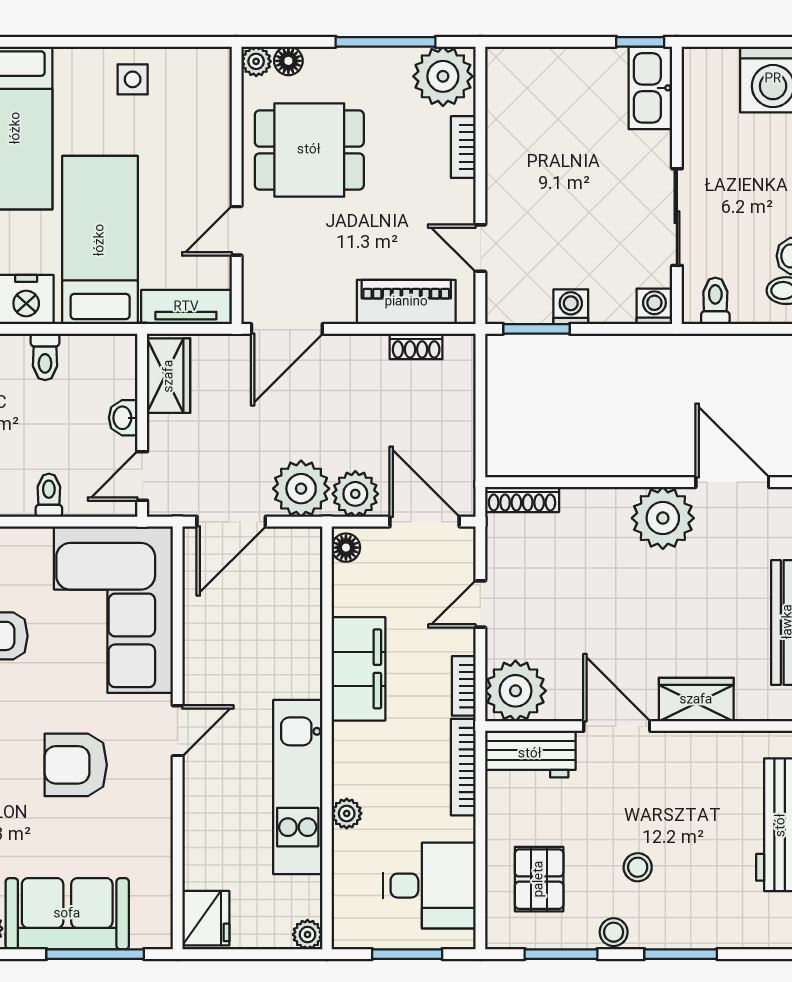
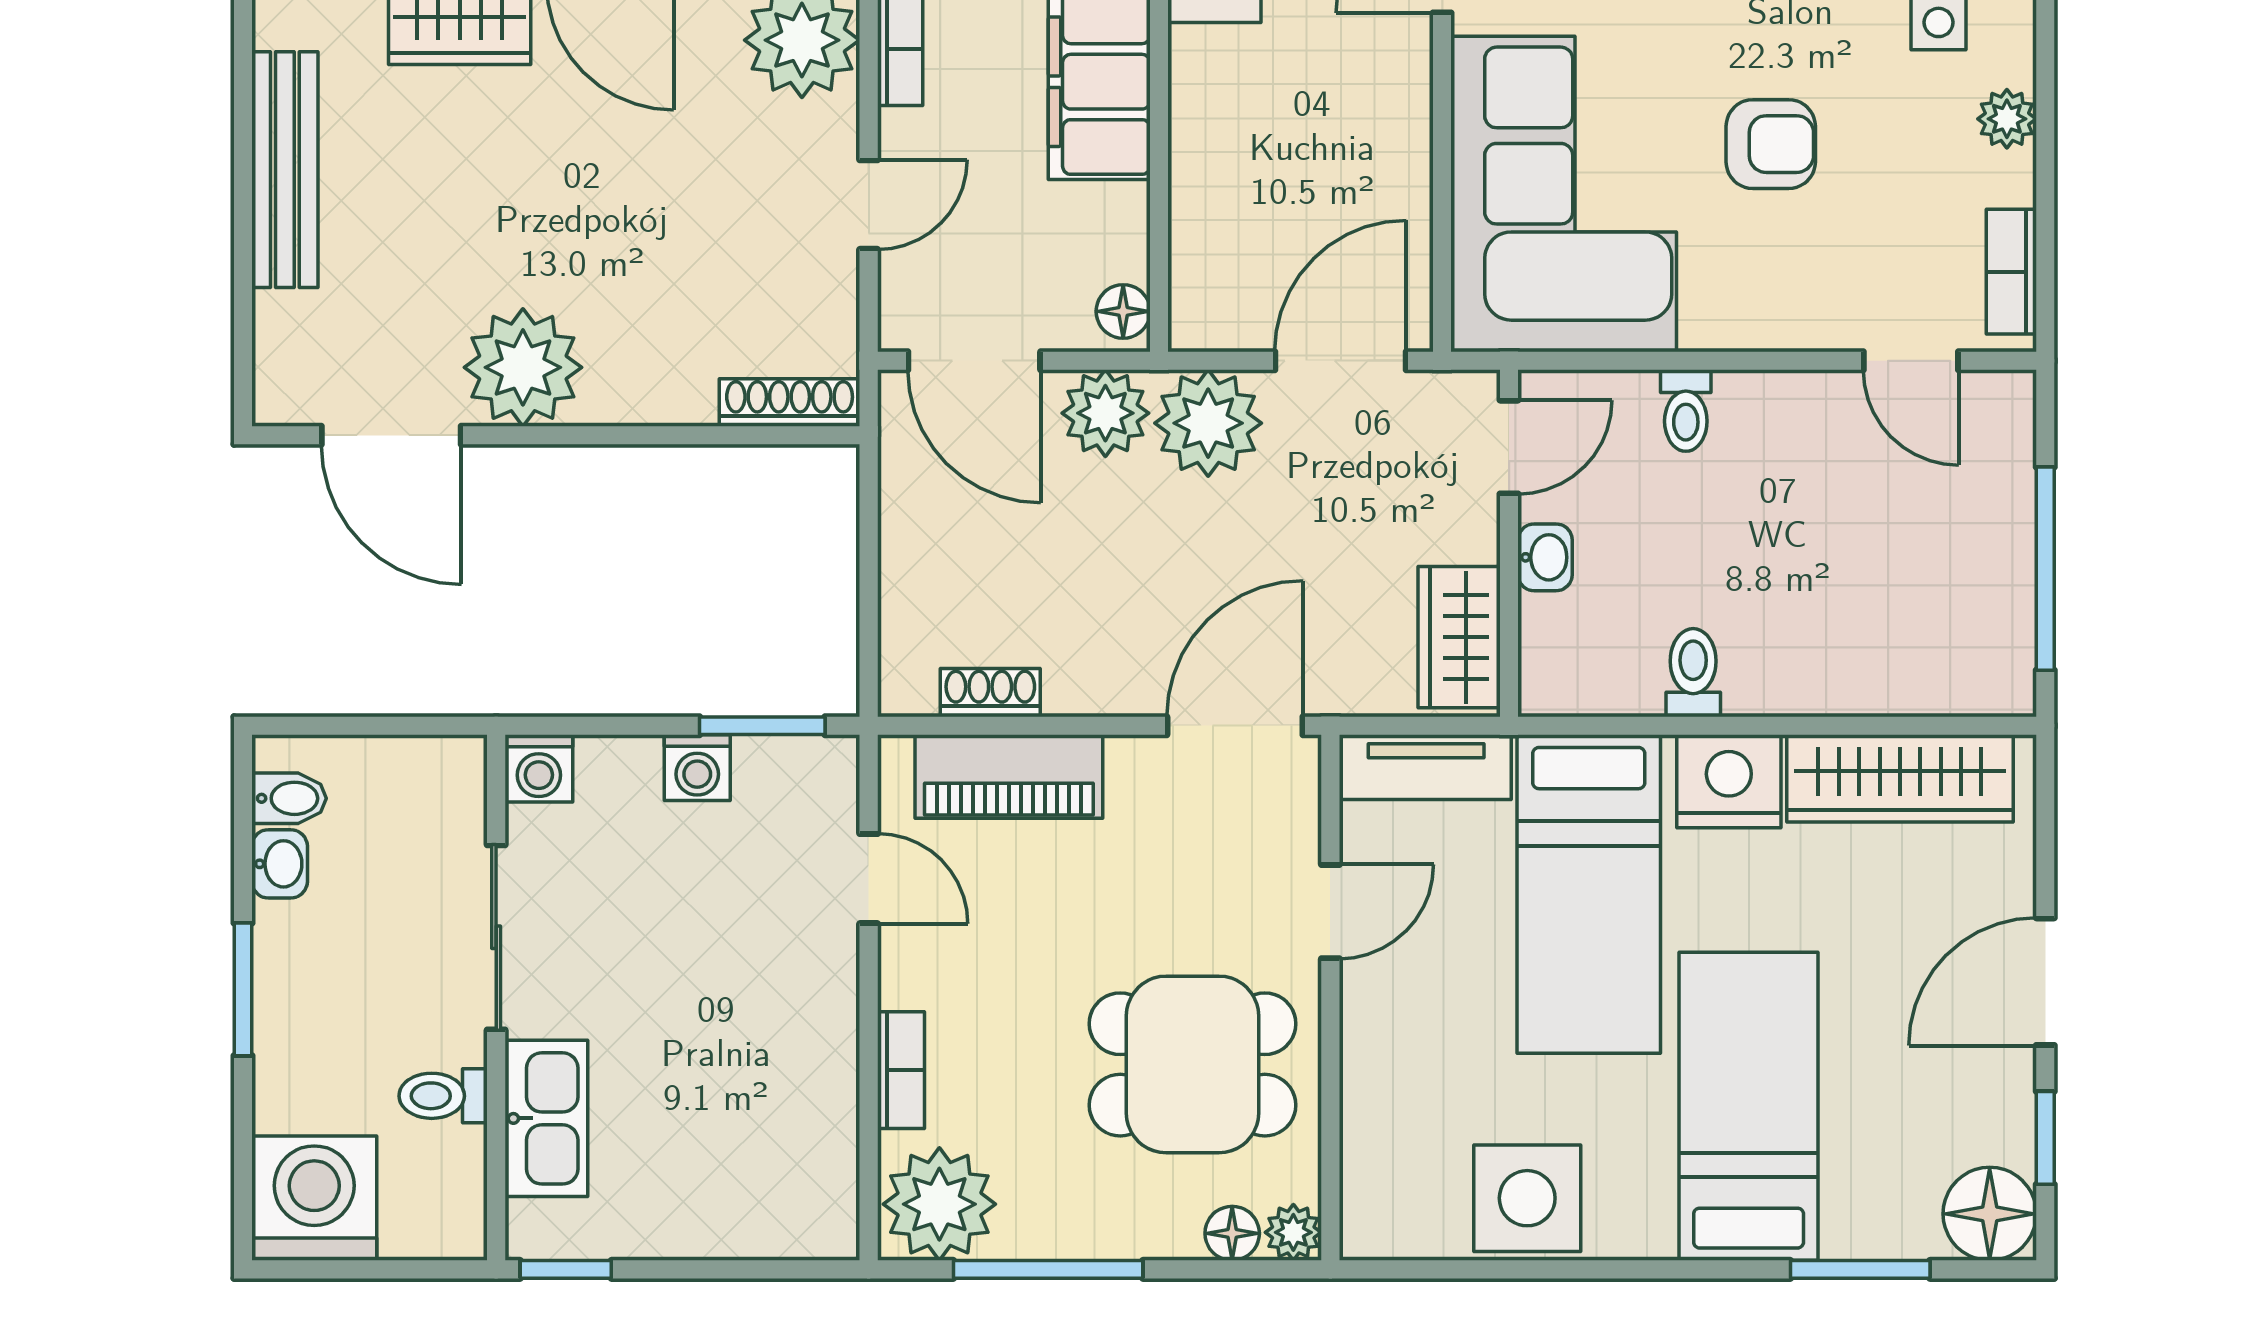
side table: (133, 79) -> (1527, 1198), width x1.87, depth x1.87
kitchen sink: (650, 88) -> (546, 1118), moved
toilet: (715, 301) -> (443, 1096), moved, turned 90

